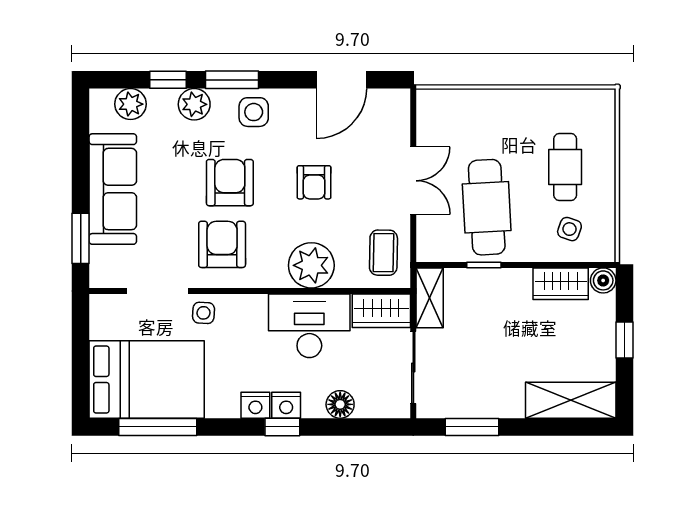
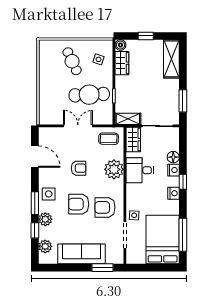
cafe table: (565, 167) -> (72, 61), turned 65
desk: (309, 326) -> (140, 170), width x0.73
nightstand: (286, 405) -> (174, 170), moved

